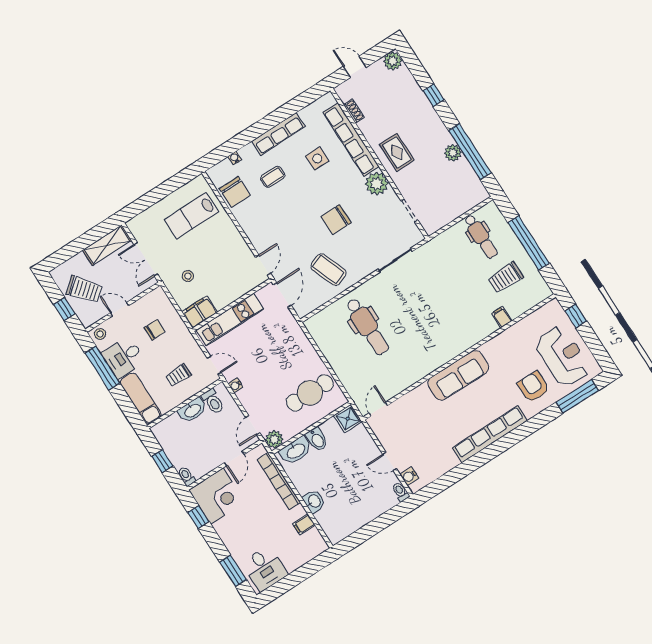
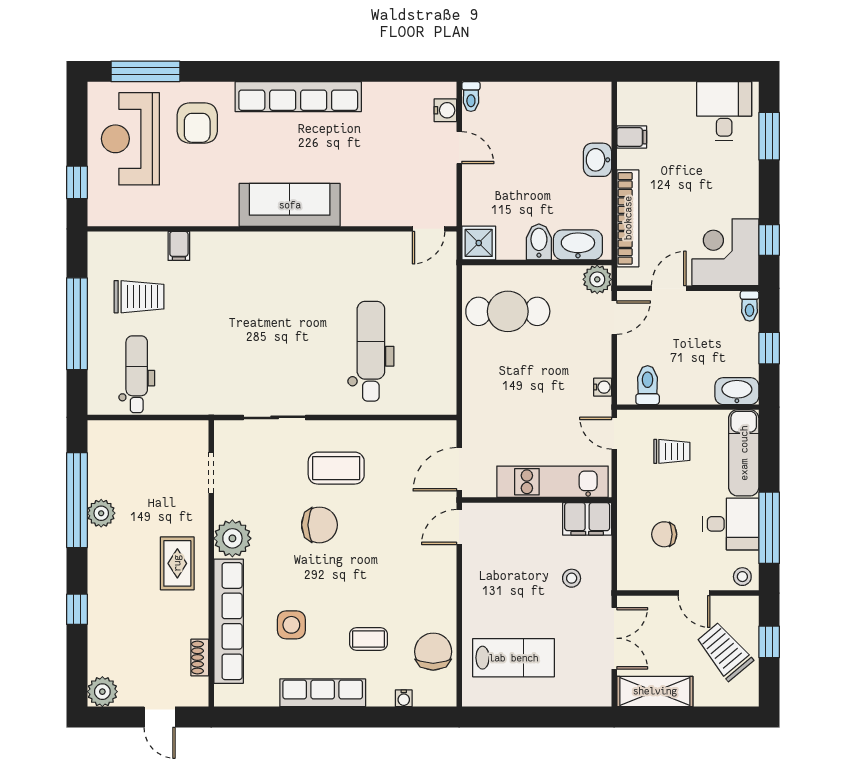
coffee table: (328, 270) -> (336, 468), moved, turned -69
washbasin: (192, 410) -> (737, 391), moved

